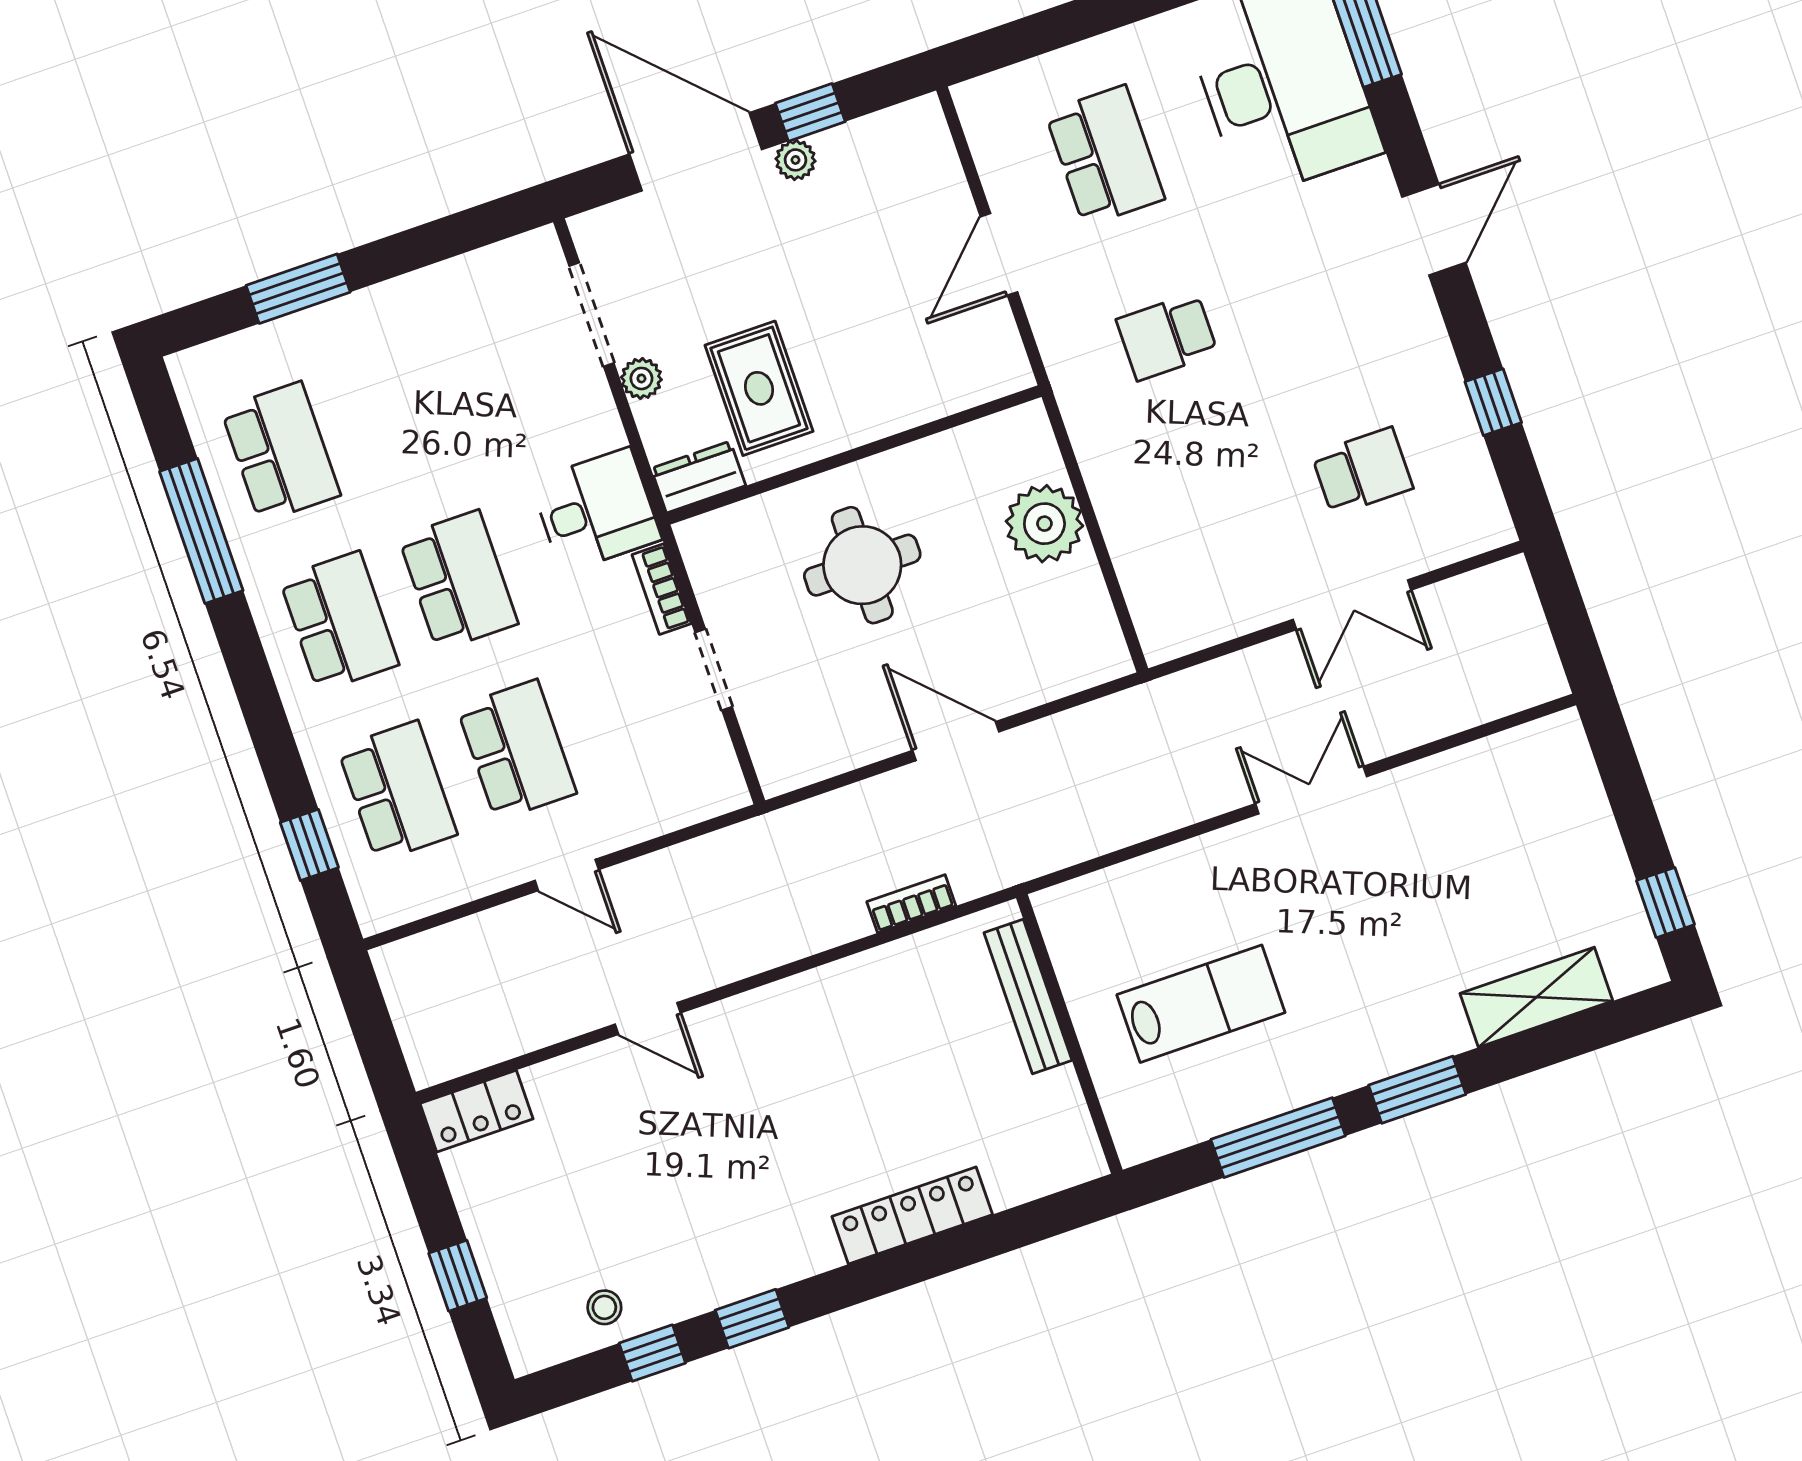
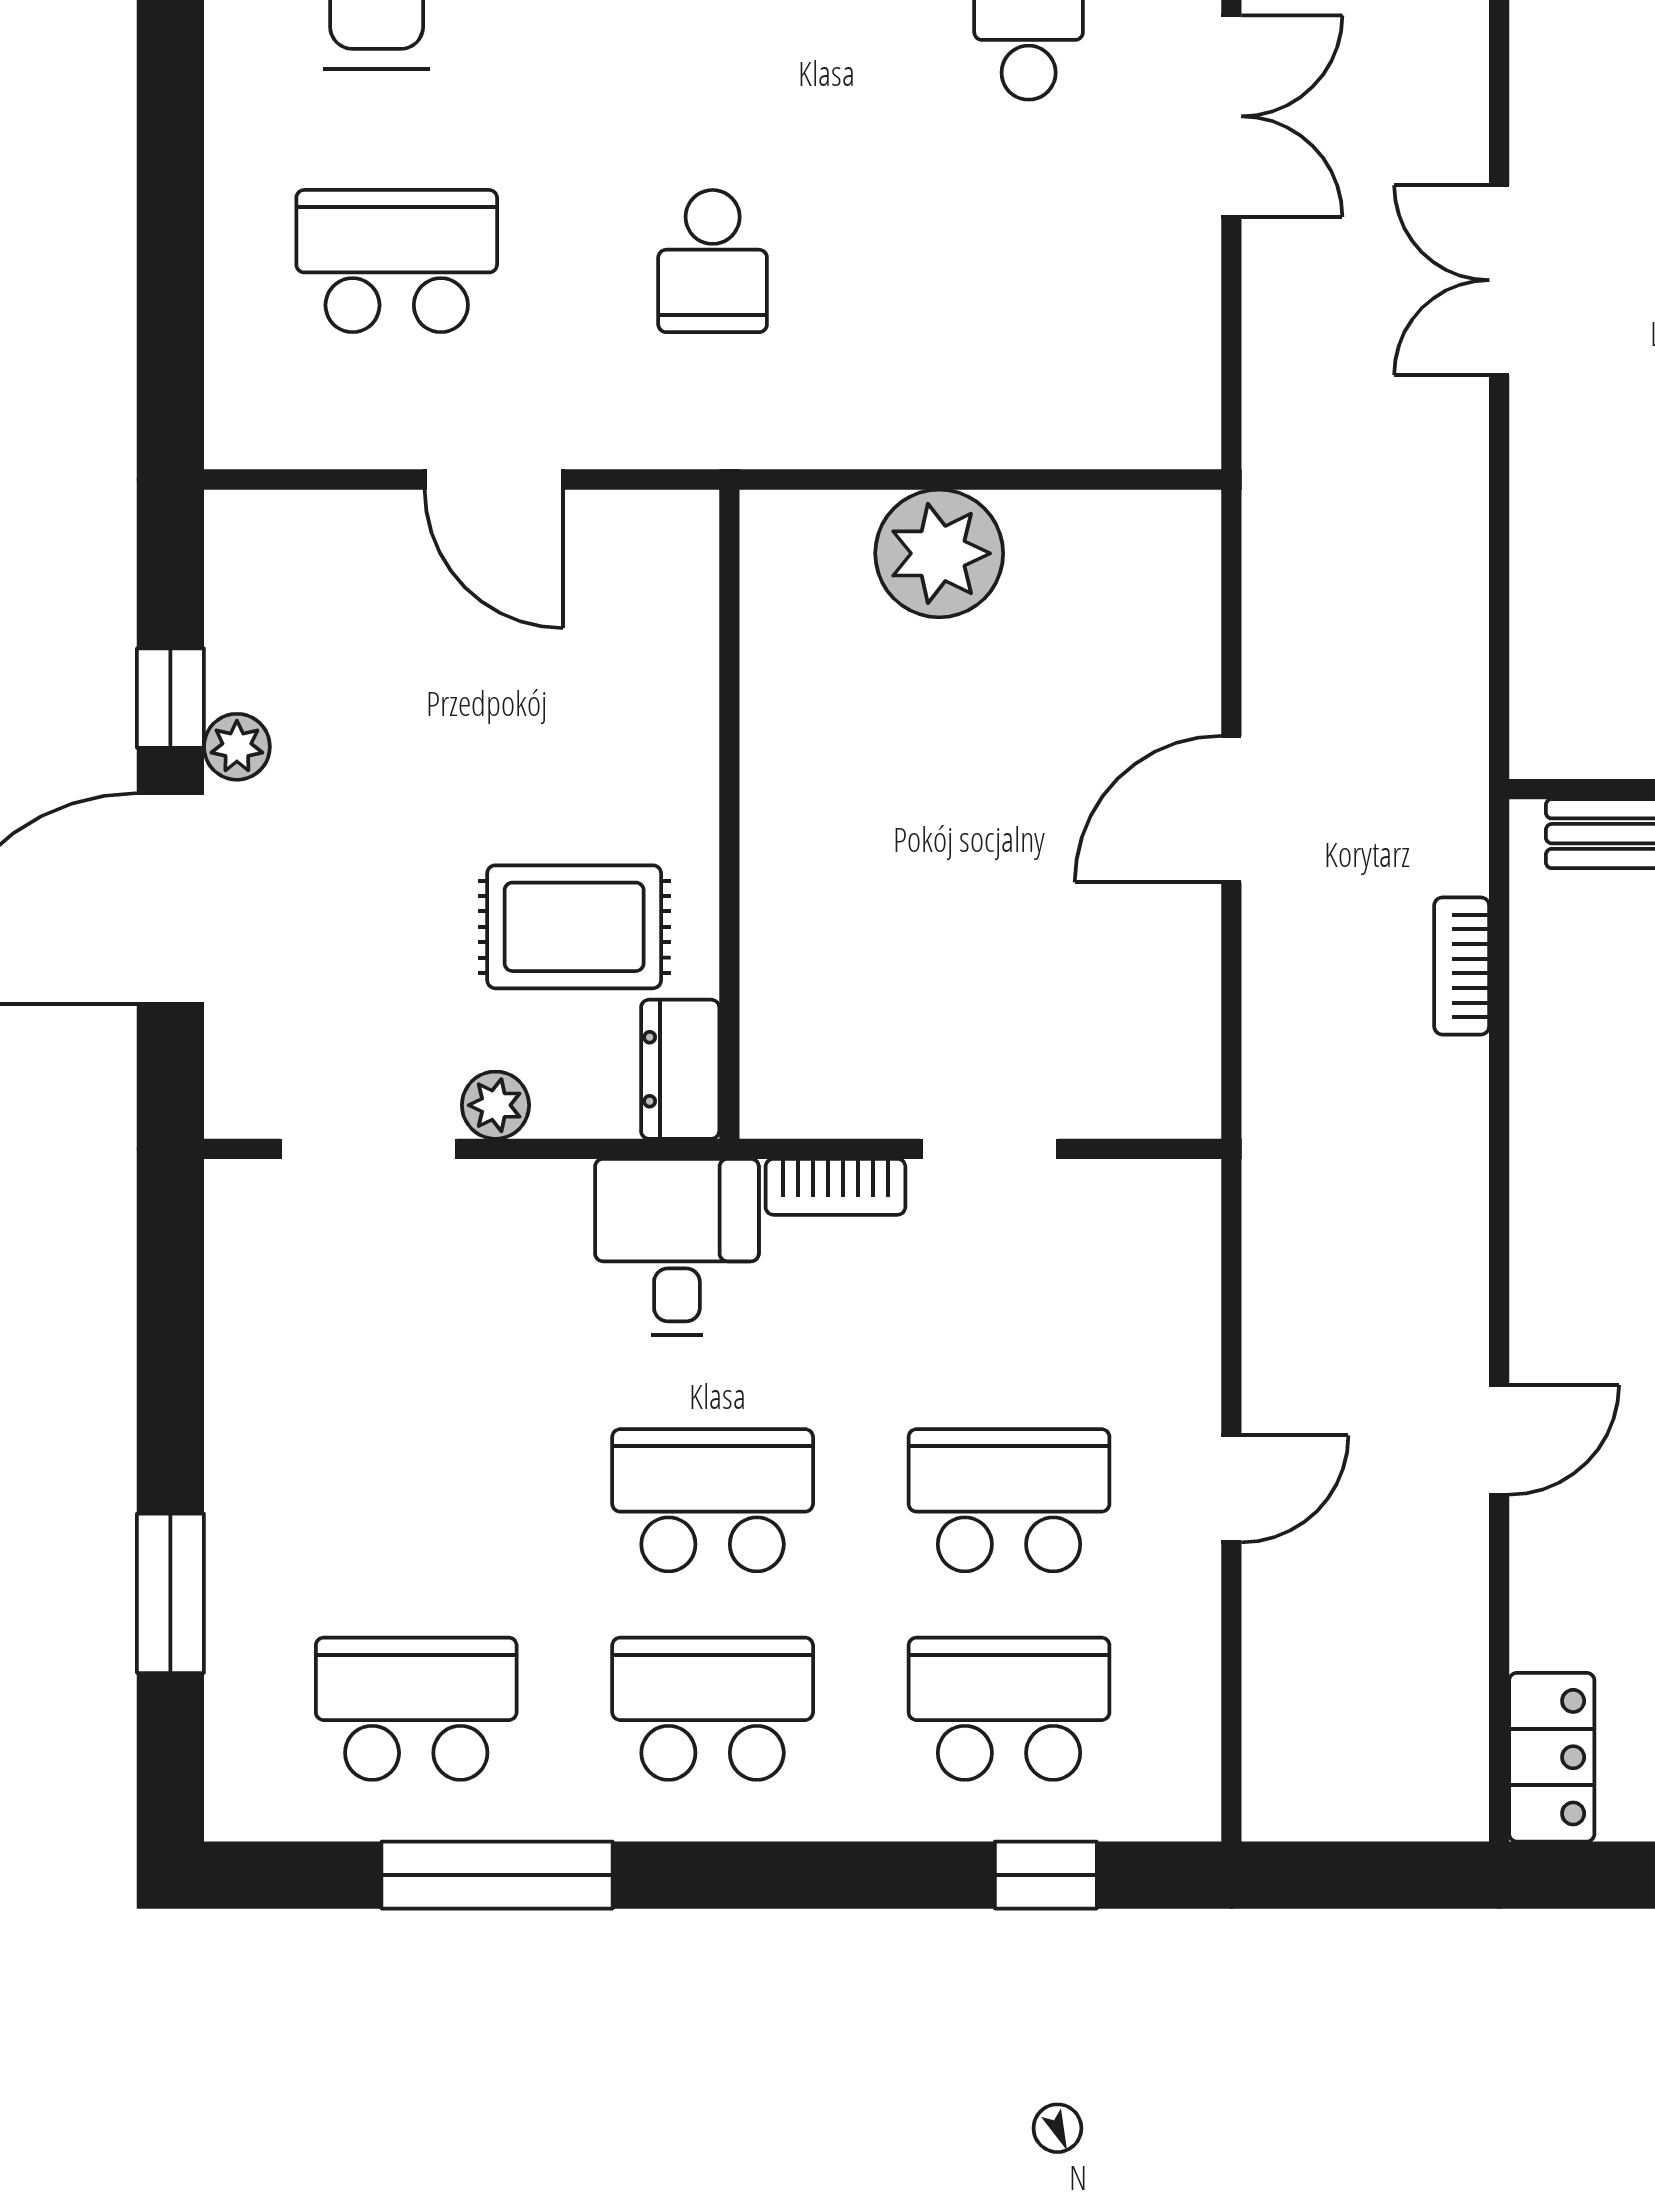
round table: (862, 565) -> (906, 860), removed

